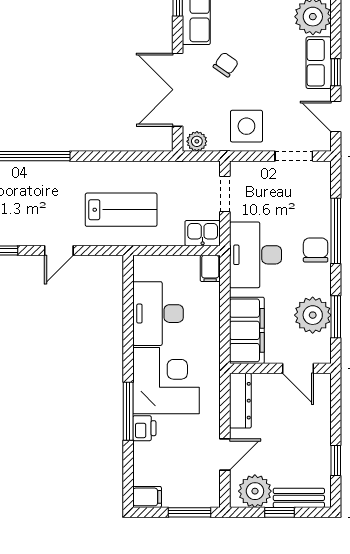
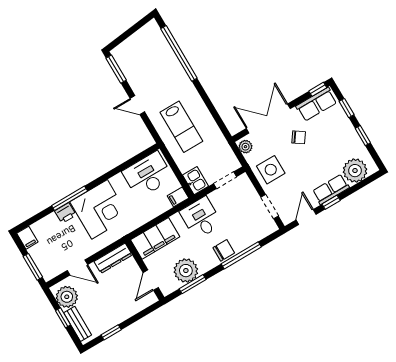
desk: (256, 255) -> (201, 218), width x0.73
desk: (158, 314) -> (148, 175), moved

